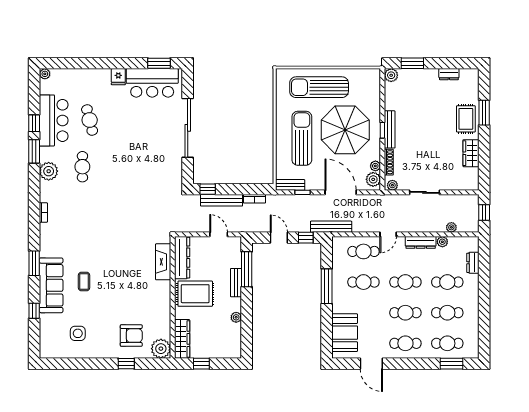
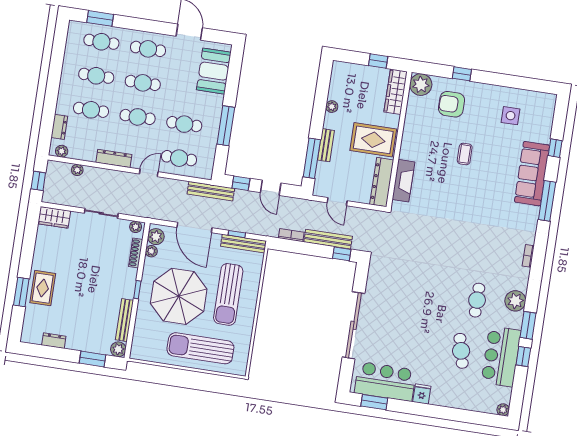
sun lounger: (319, 87) -> (200, 348), turned 180
bench: (390, 129) -> (124, 320), moved
wardrobe: (471, 153) -> (54, 217), moved, turned 90
bench: (290, 185) -> (243, 244), width x1.36
plant: (442, 242) -> (62, 151), moved
window: (34, 263) -> (547, 201), width x1.44
coffee table: (84, 281) -> (465, 154), moved

